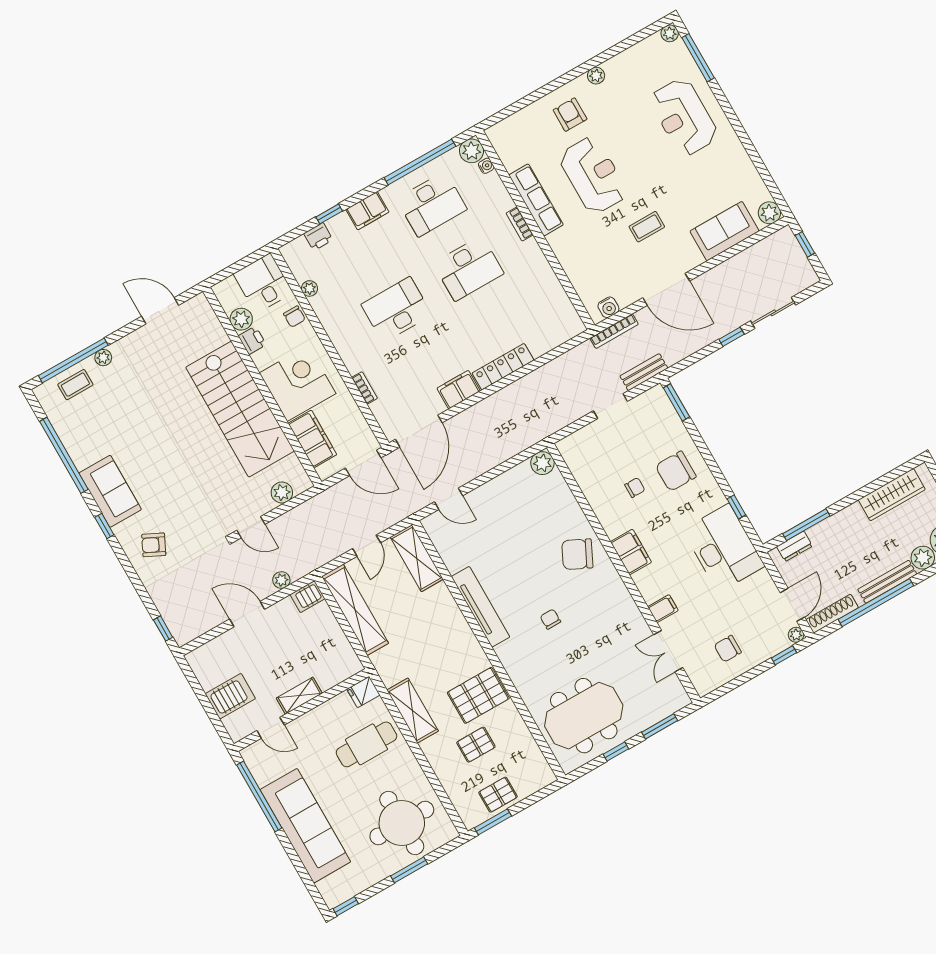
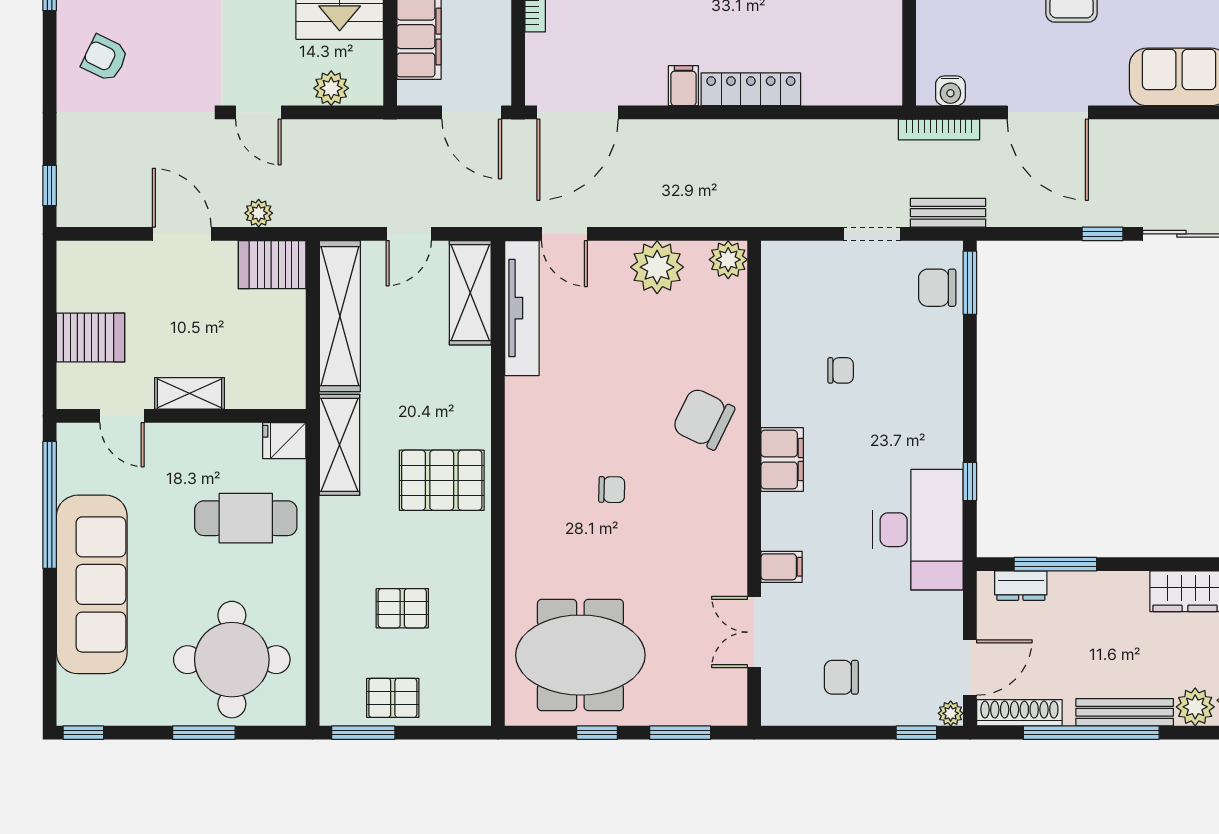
filing cabinet: (459, 390) -> (683, 86), width x0.50
chair: (676, 471) -> (937, 288), moved, width x0.73, depth x0.73
plant: (507, 488) -> (657, 267), added
server rack: (307, 597) -> (272, 265), width x1.36, depth x1.44
tv unit: (481, 607) -> (522, 308), moved
chair: (550, 619) -> (612, 490), turned 91
pallet: (478, 695) -> (442, 480), moved
shelving: (413, 711) -> (339, 445), moved

